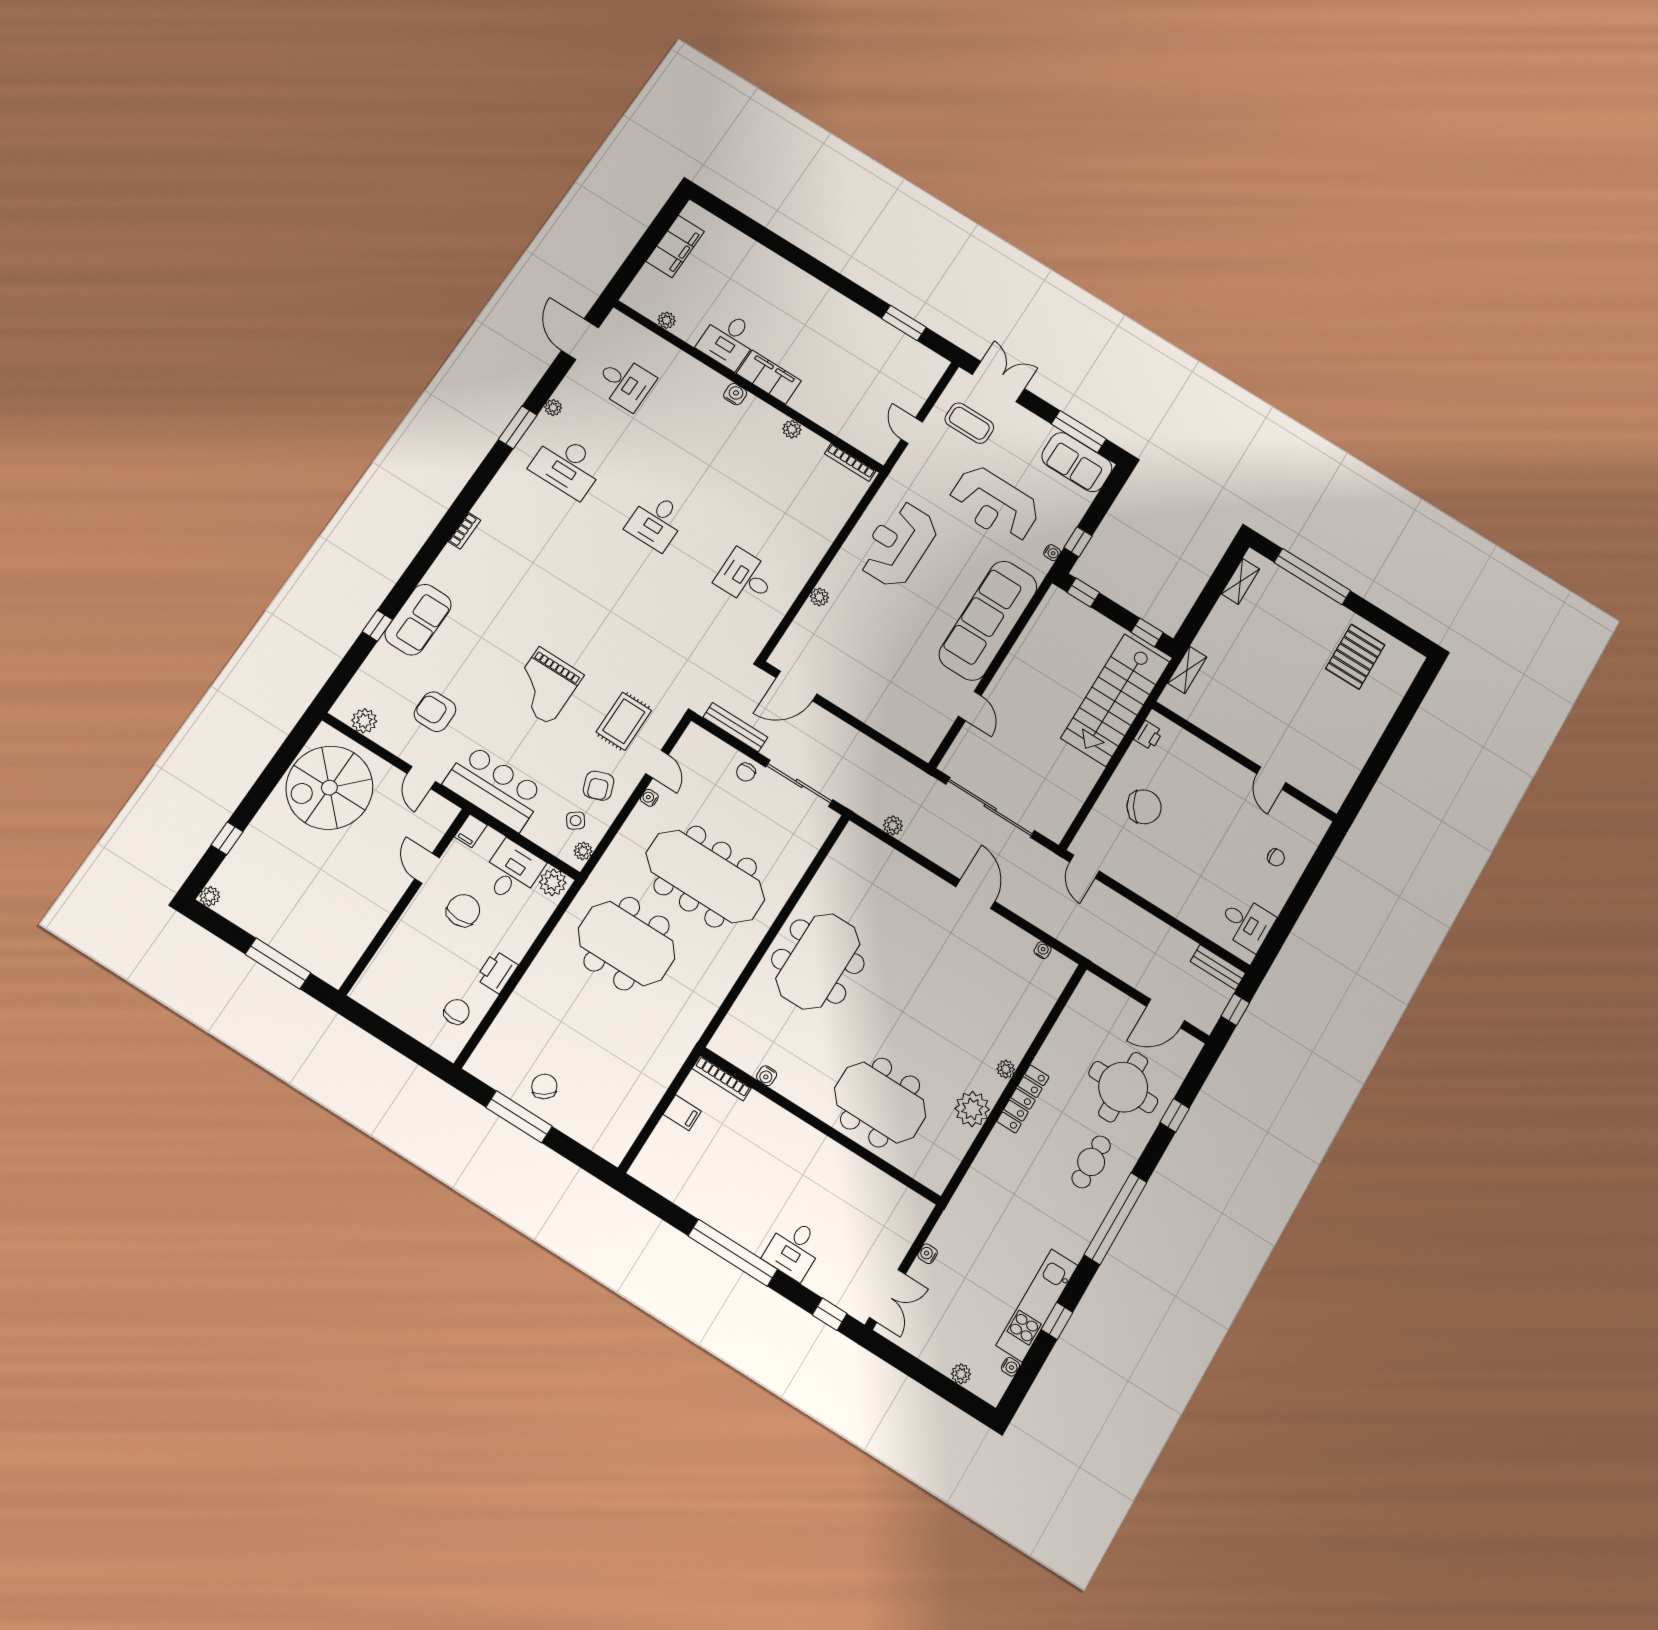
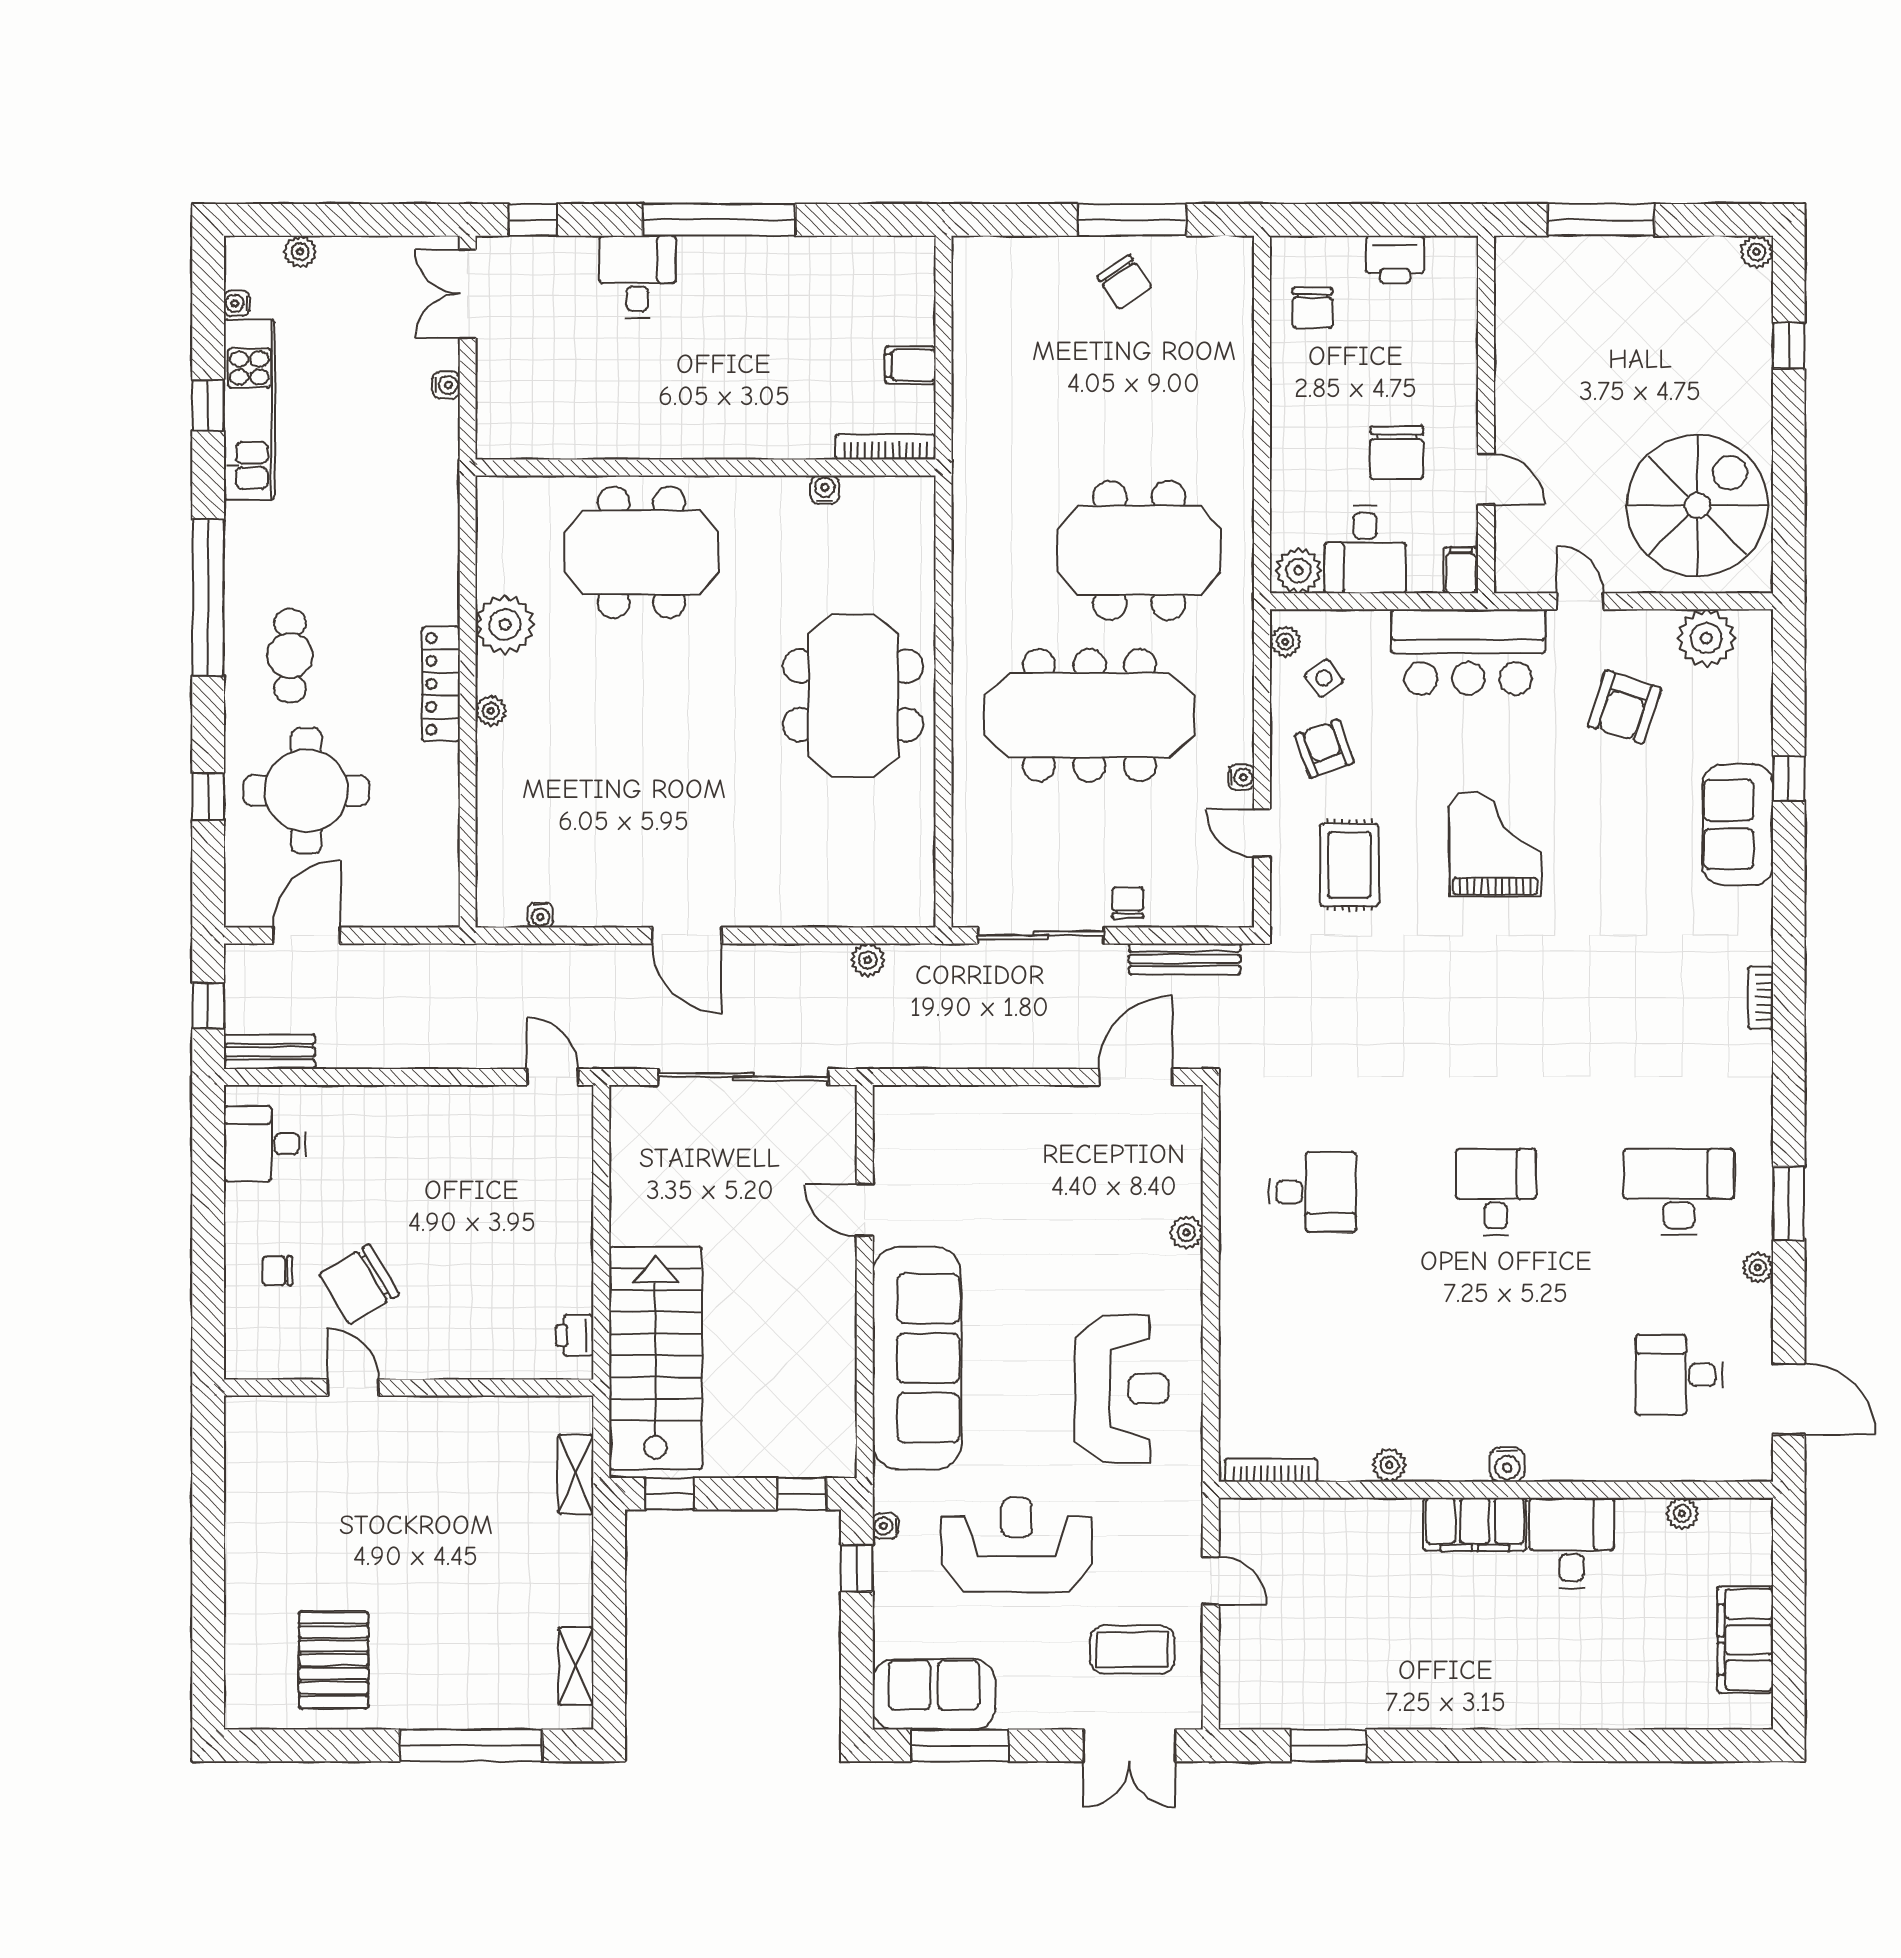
armchair: (435, 712) -> (1624, 707), turned 108
plant: (364, 721) -> (1706, 638), width x1.36, depth x1.36
chair: (1144, 807) -> (359, 1284), moved
printer: (497, 972) -> (1395, 259), moved, turned 90

